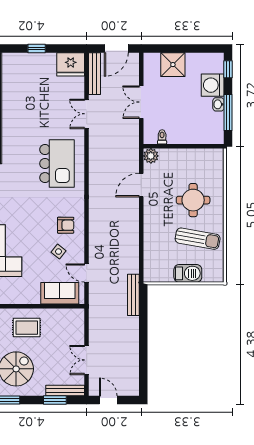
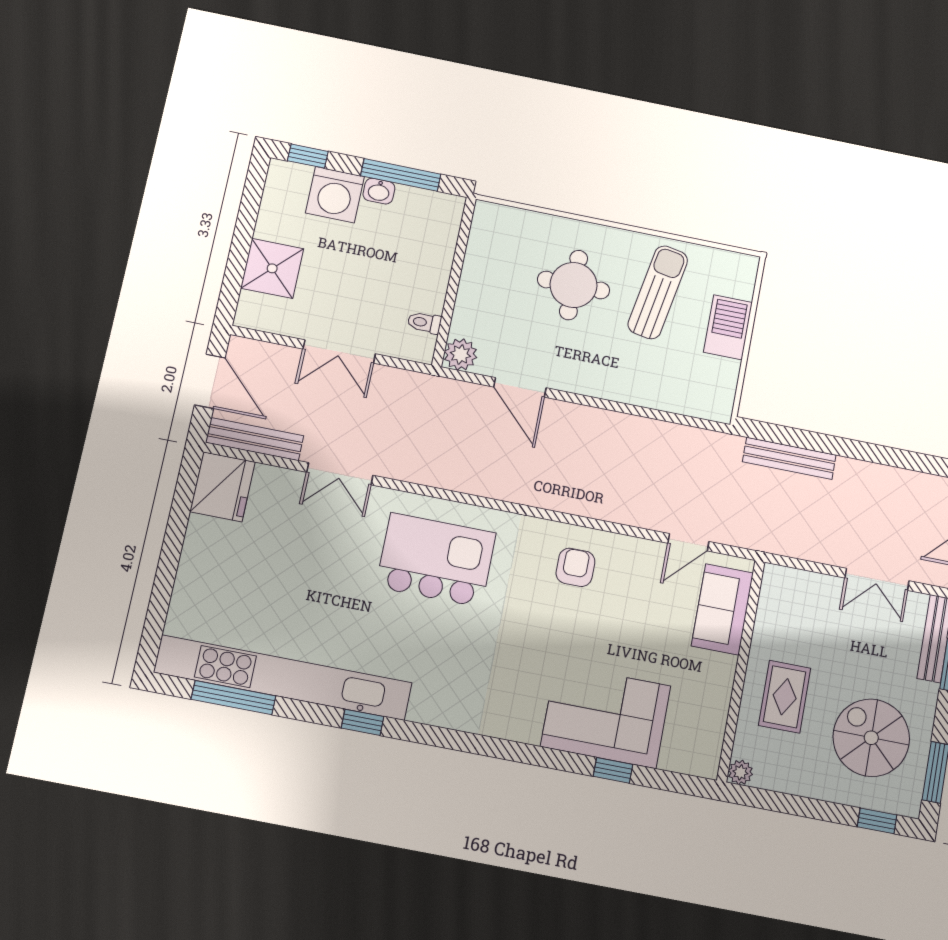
window: (37, 49) -> (170, 554), removed
side table: (58, 252) -> (630, 594), removed
bench: (133, 295) -> (789, 458), moved

